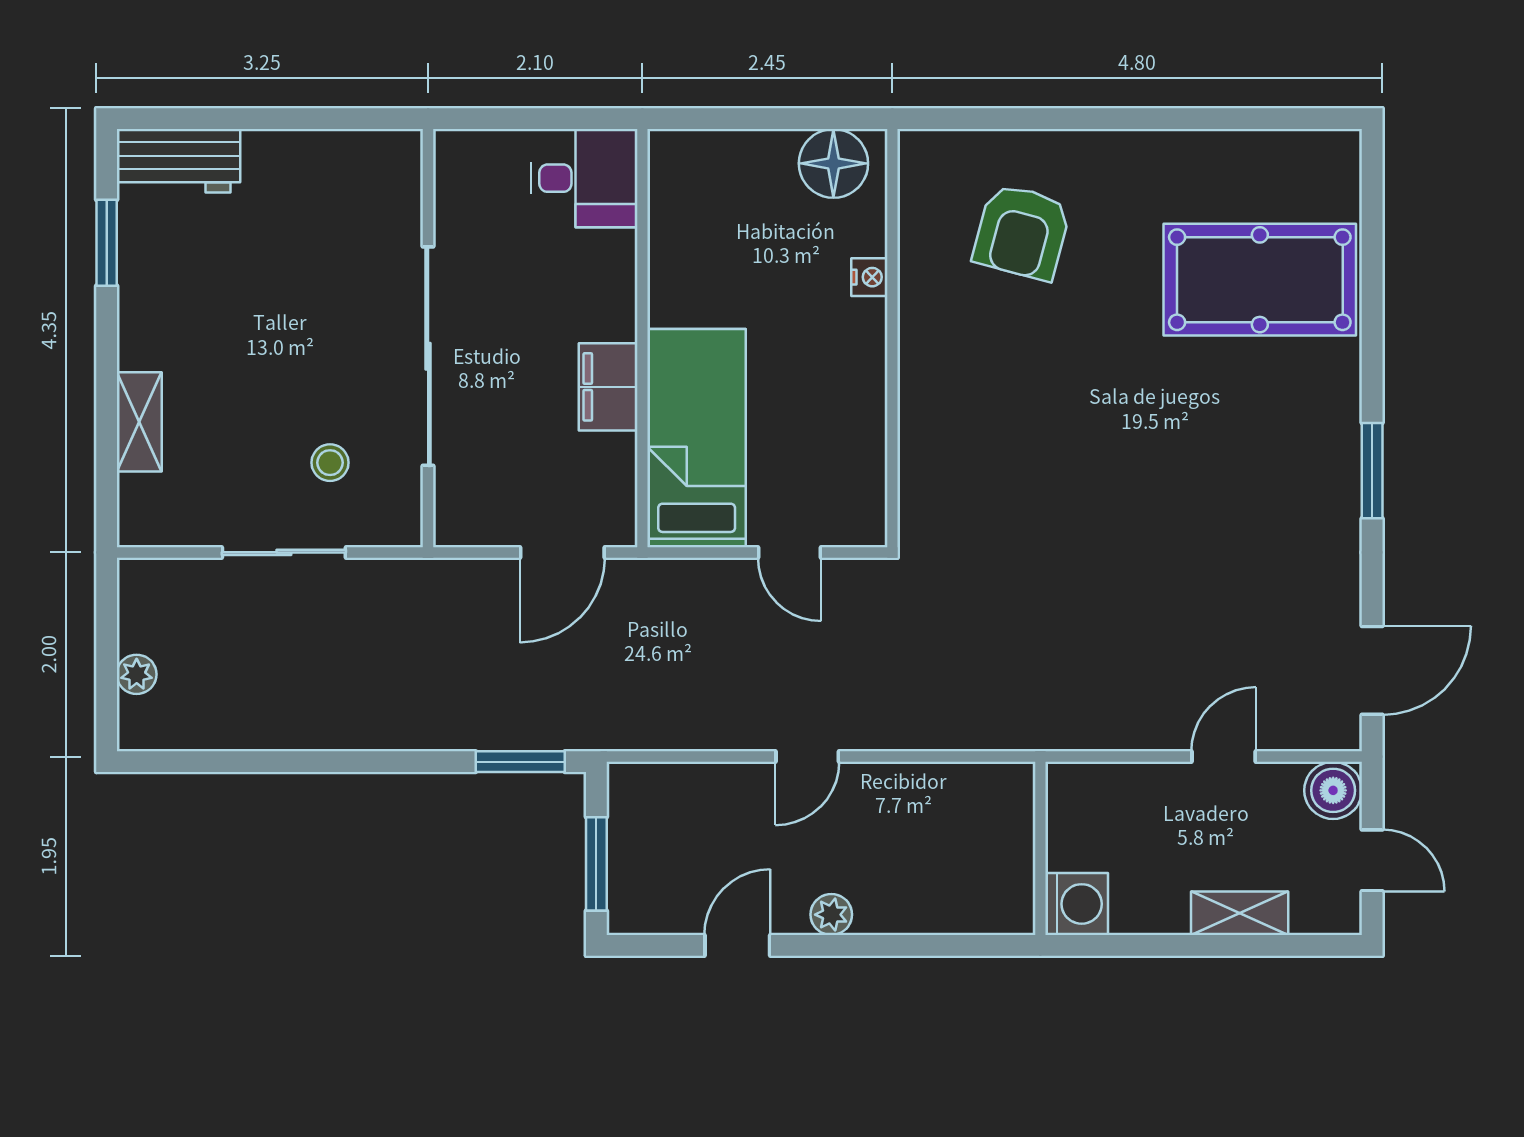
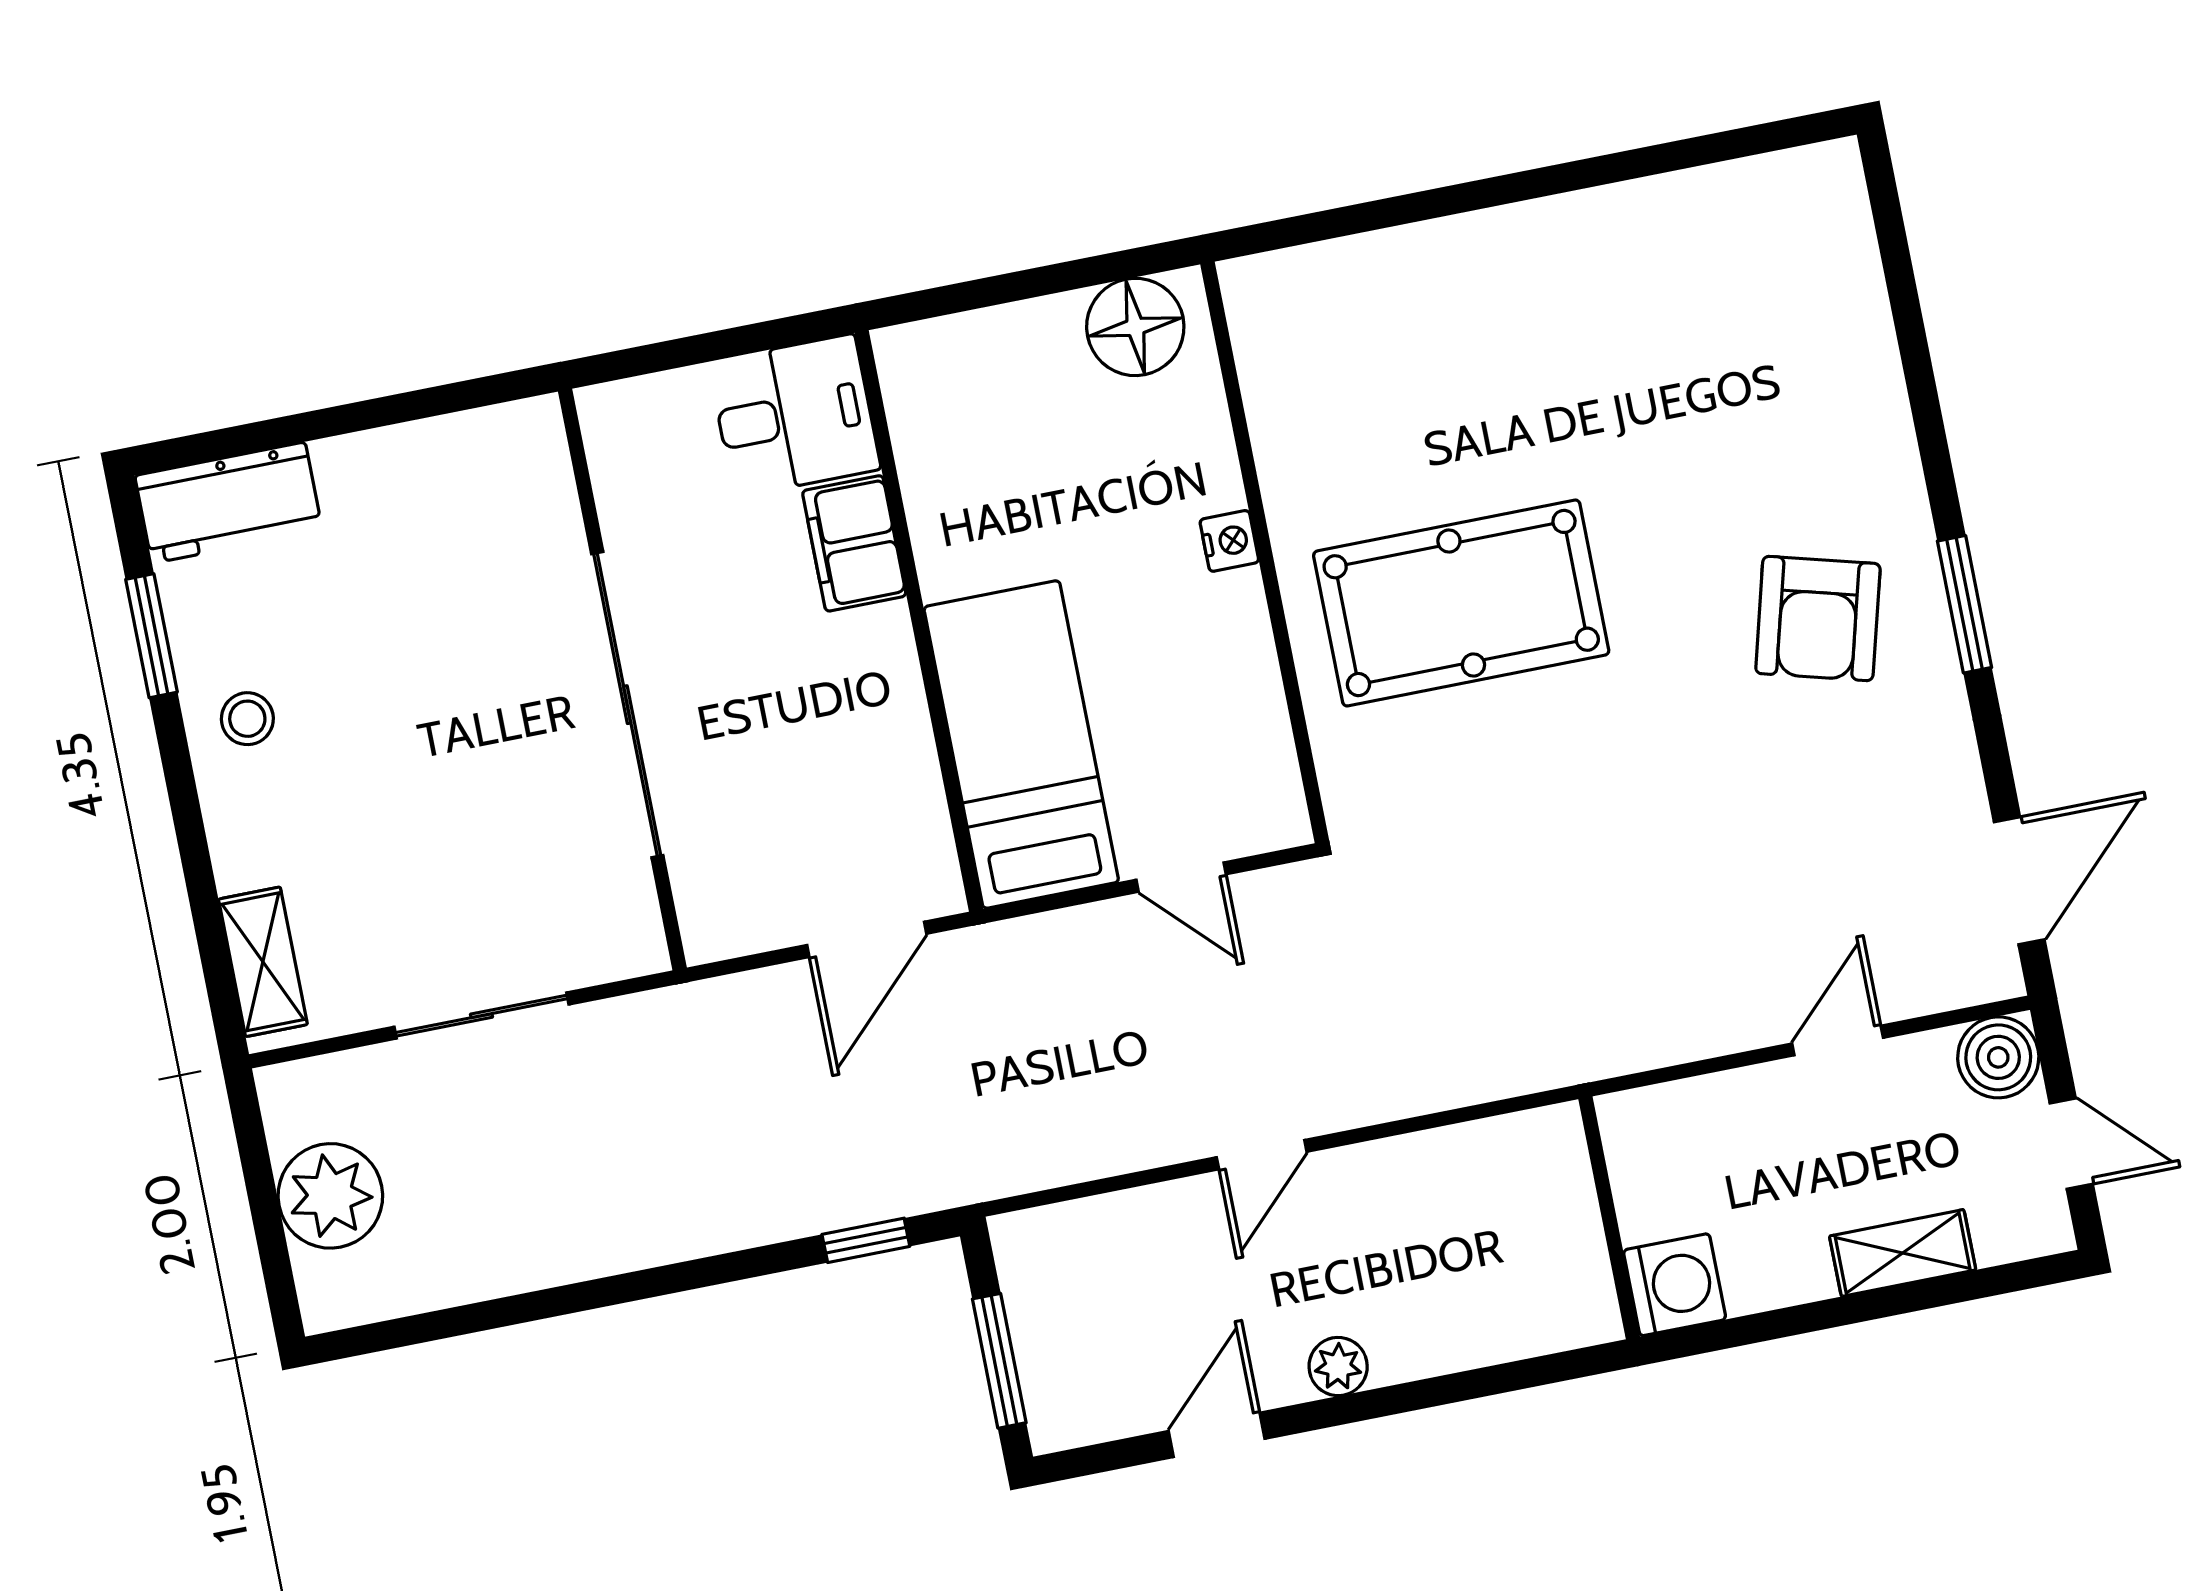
armchair: (1022, 232) -> (1818, 619), moved
nightstand: (869, 277) -> (1229, 541), moved
pool table: (1260, 280) -> (1461, 603), moved
filing cabinet: (608, 387) -> (854, 543), moved
shelving: (139, 422) -> (263, 962), moved
stool: (330, 463) -> (247, 719), moved
plant: (137, 674) -> (330, 1196), width x1.87, depth x1.87
window: (520, 762) -> (866, 1240), width x0.67

